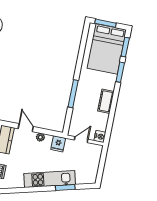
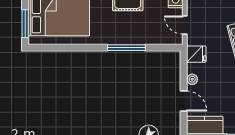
door: (26, 128) -> (184, 101), swing flipped

